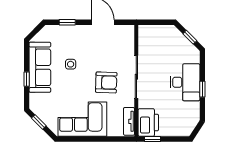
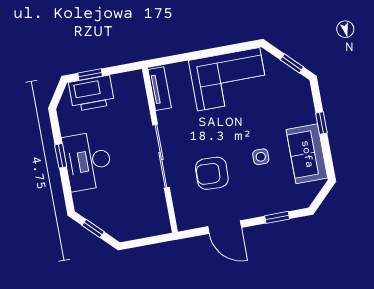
sofa: (40, 67) -> (307, 154), width x0.73
armchair: (106, 82) -> (212, 173), moved
printer: (148, 123) -> (92, 93), moved, turned -90
window: (152, 139) -> (90, 74), moved

